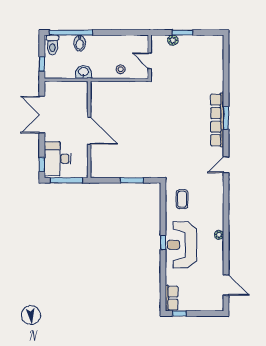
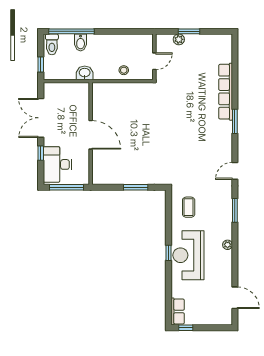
door: (150, 61) -> (154, 61), swing flipped
row of seats: (217, 120) -> (226, 92), moved
window: (42, 165) -> (41, 153), moved
window: (226, 202) -> (235, 210), added

